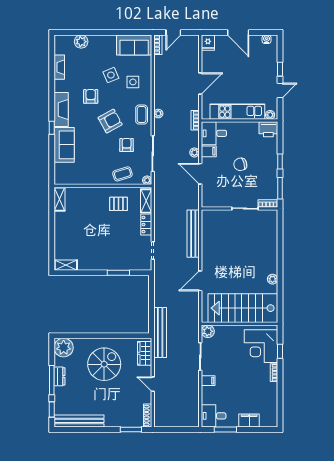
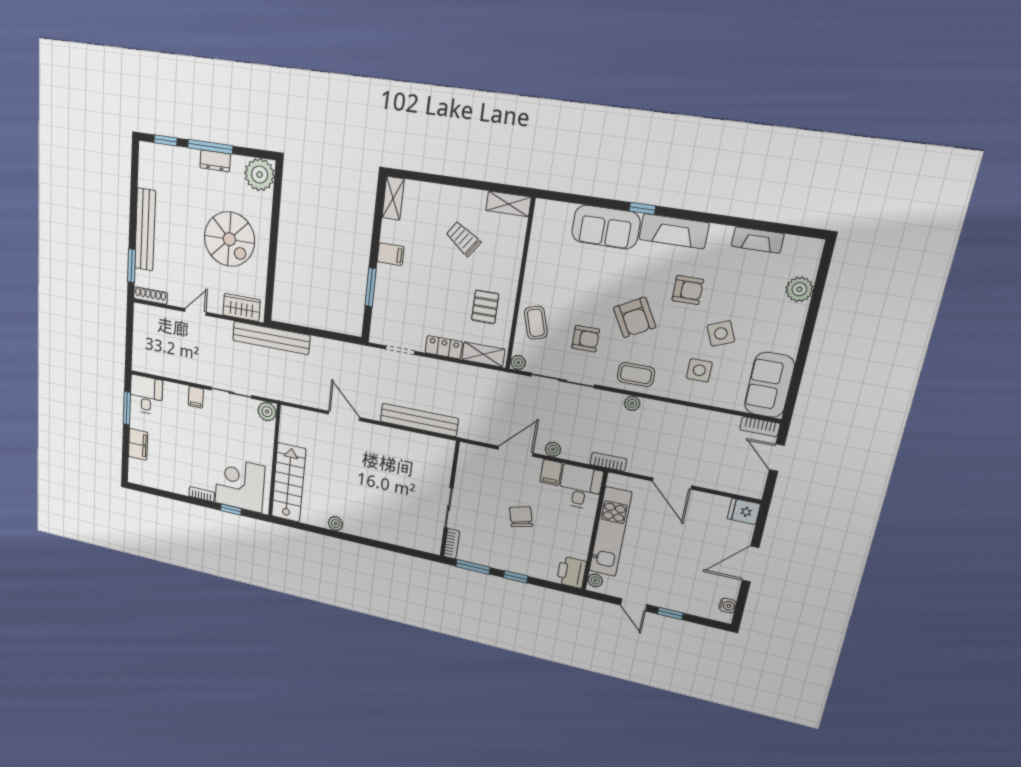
trolley: (82, 222) -> (463, 239), added
filing cabinet: (97, 263) -> (391, 254), added
stairs: (243, 308) -> (289, 483), width x0.73, depth x0.66
bench: (79, 421) -> (145, 230), moved

